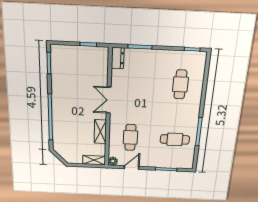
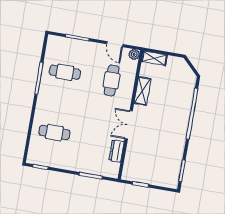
dresser: (118, 58) -> (116, 151), moved
cafe table: (180, 84) -> (54, 133), turned 90
double door: (109, 100) -> (129, 125), swing flipped
door: (132, 168) -> (115, 44), hinge flipped

